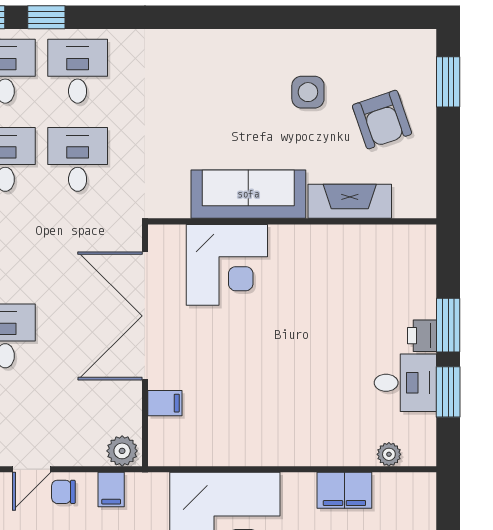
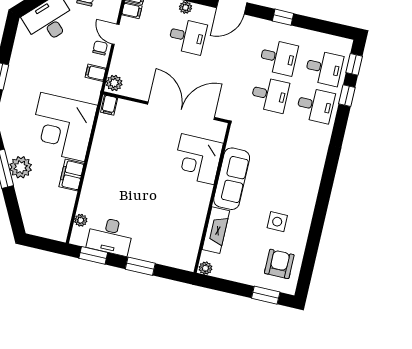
armchair: (382, 120) -> (279, 264), moved, turned 109
plant: (424, 204) -> (205, 268), added
printer: (422, 336) -> (138, 251), removed
desk: (405, 383) -> (110, 236), width x1.37
window: (448, 392) -> (93, 255), moved
filing cabinet: (165, 403) -> (109, 105), moved
filing cabinet: (344, 490) -> (72, 175), moved

